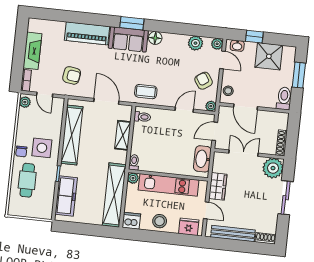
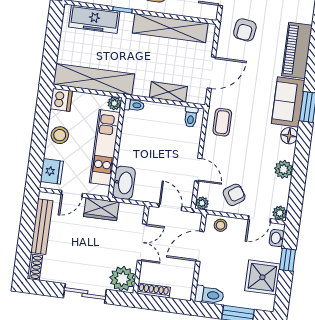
plant: (195, 43) -> (284, 169), moved
washbasin: (202, 159) -> (124, 183), moved, turned 90

